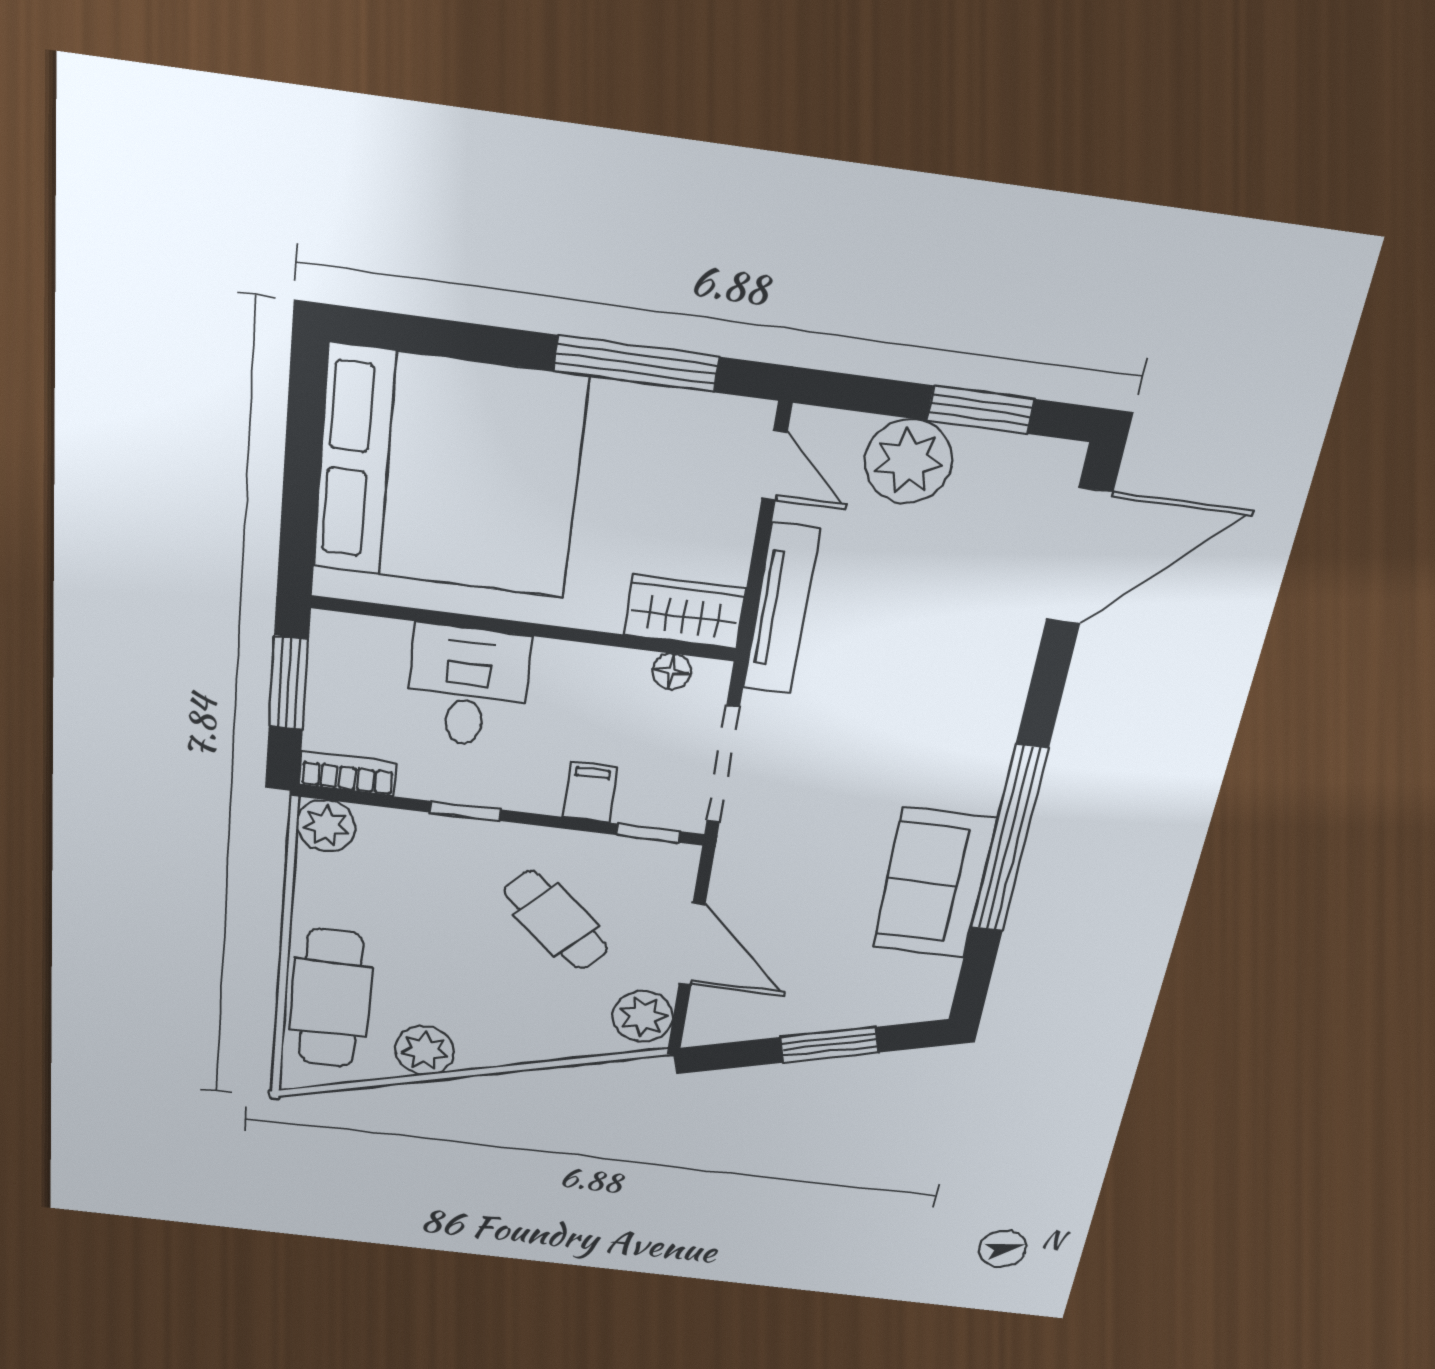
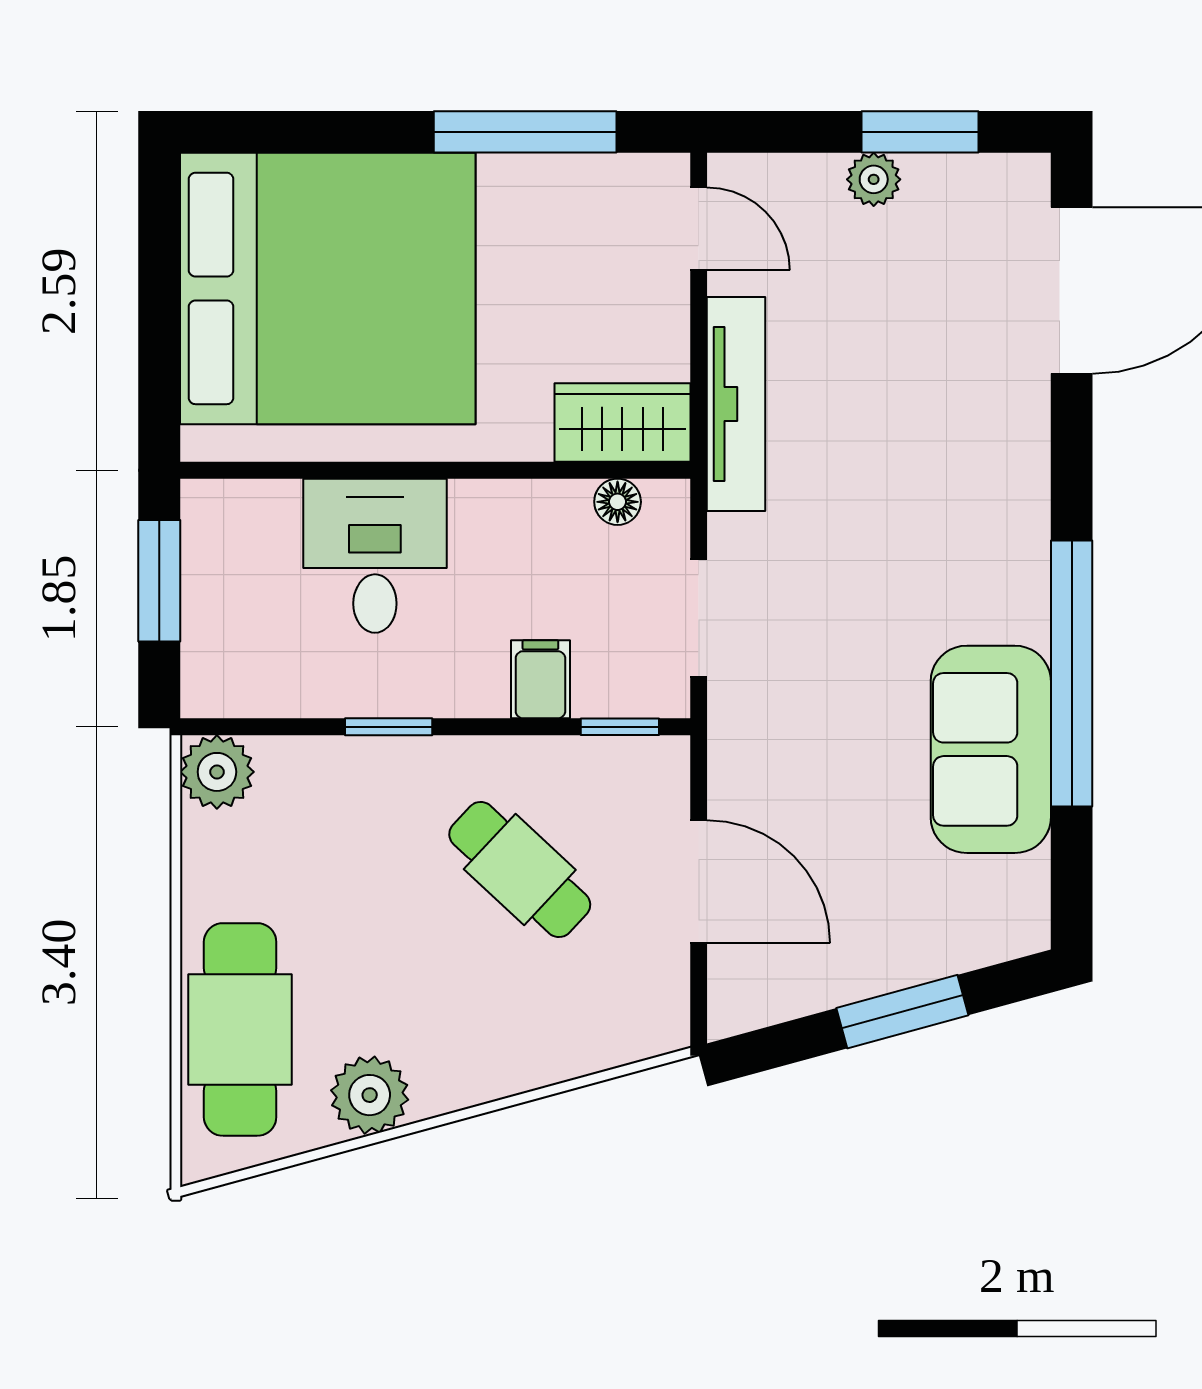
plant: (908, 461) -> (874, 179), width x0.53, depth x0.53
doorway: (723, 764) -> (699, 618), width x0.73
bookcase: (348, 774) -> (239, 695), removed
plant: (643, 1016) -> (651, 1001), removed

